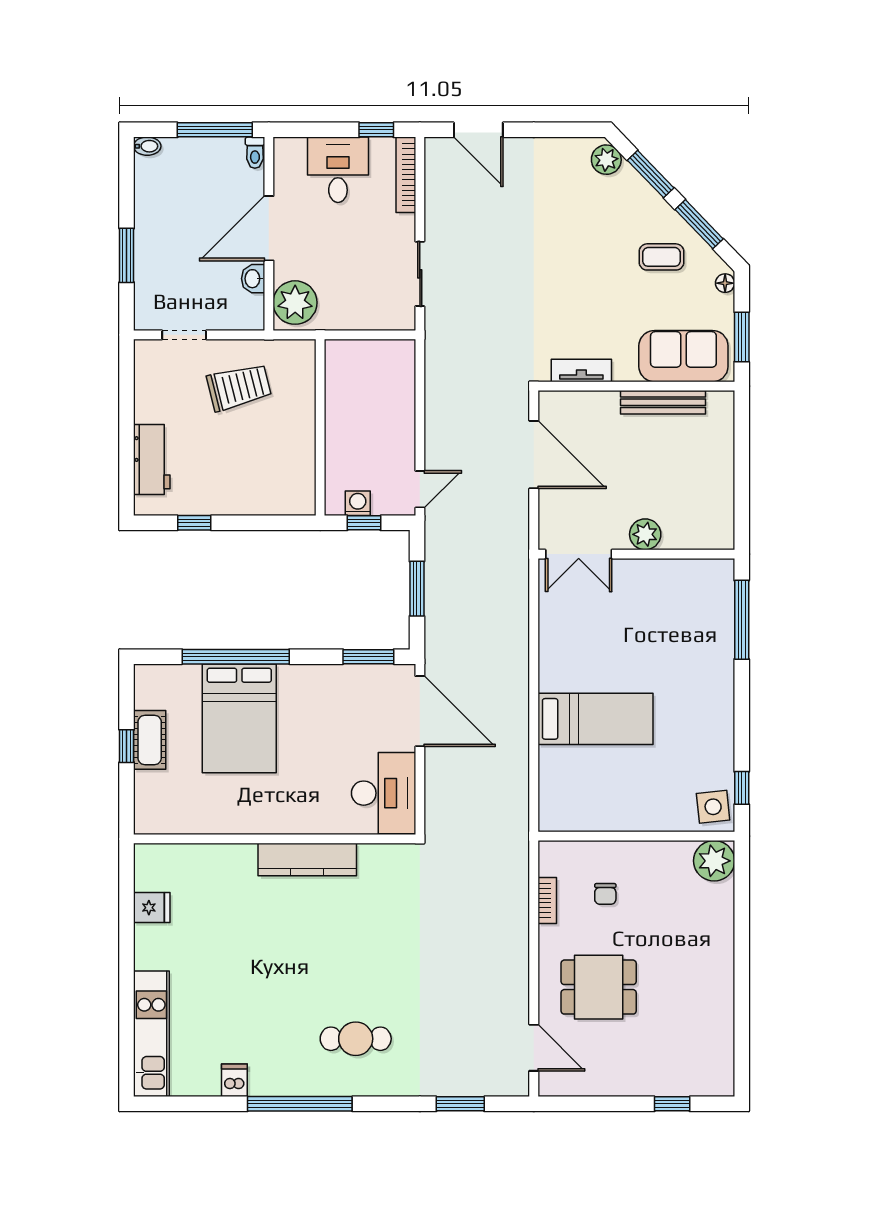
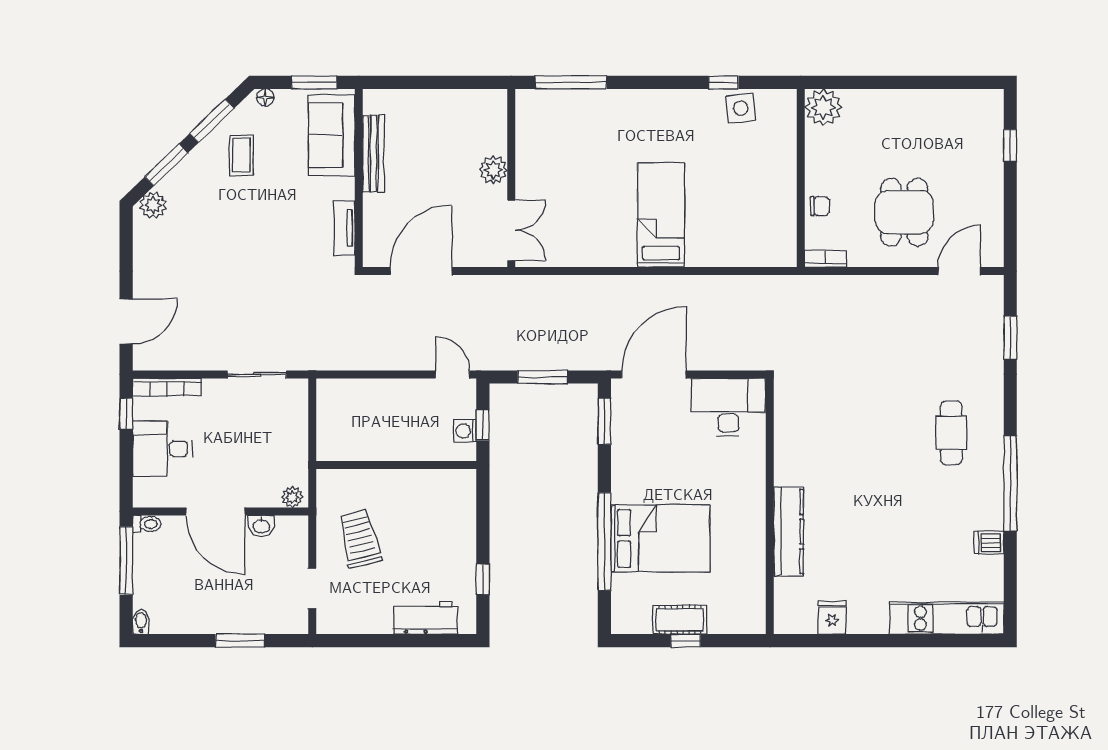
plant: (295, 303) -> (292, 497), width x0.53, depth x0.53
wall: (636, 836) -> (801, 178), moved
kitchen counter: (307, 860) -> (789, 532), moved
plant: (714, 861) -> (823, 107), moved

